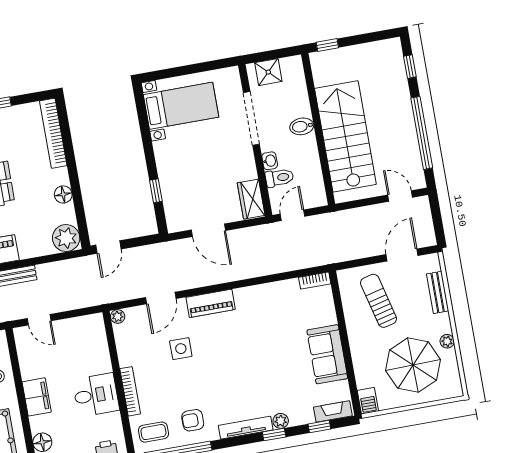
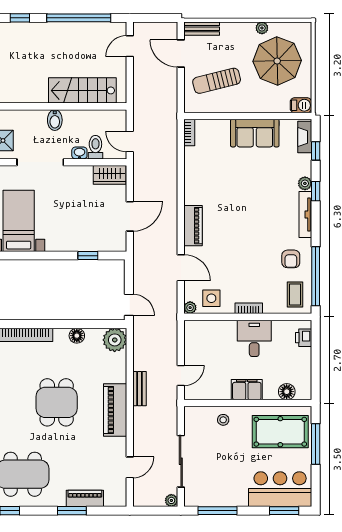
stairs: (345, 136) -> (82, 90), width x0.73, depth x0.66
bench: (438, 292) -> (202, 29), moved
side table: (181, 349) -> (211, 298), moved
bookcase: (130, 391) -> (249, 308), width x0.64

